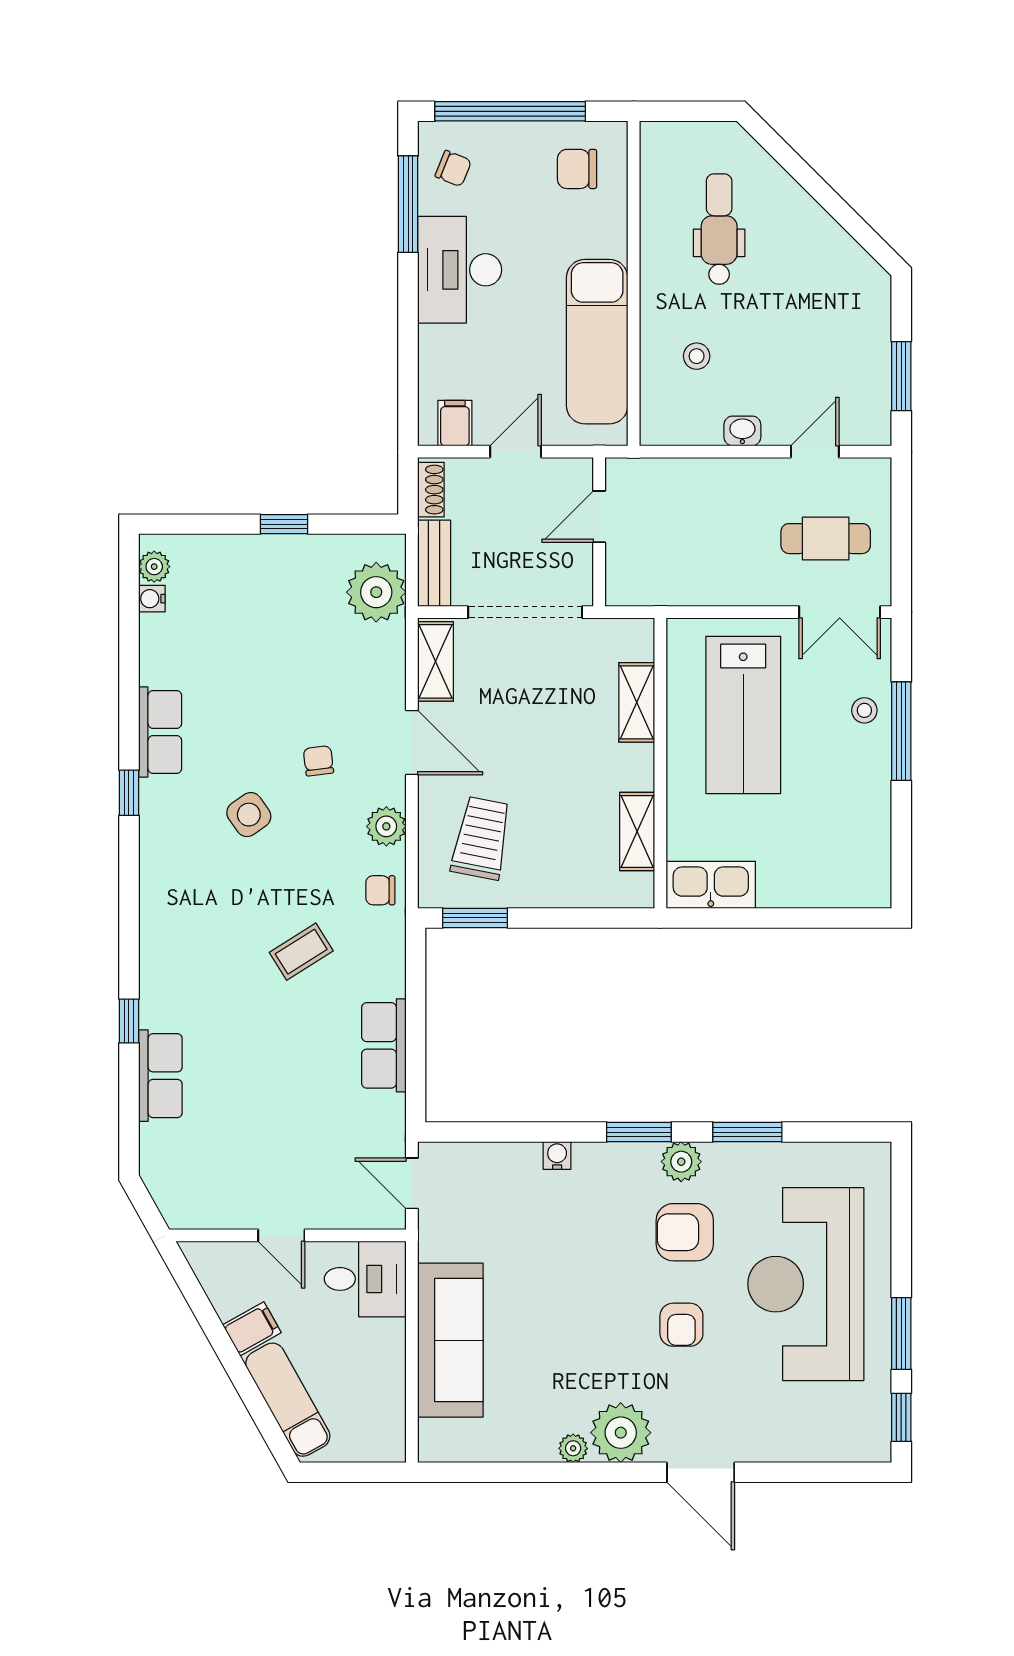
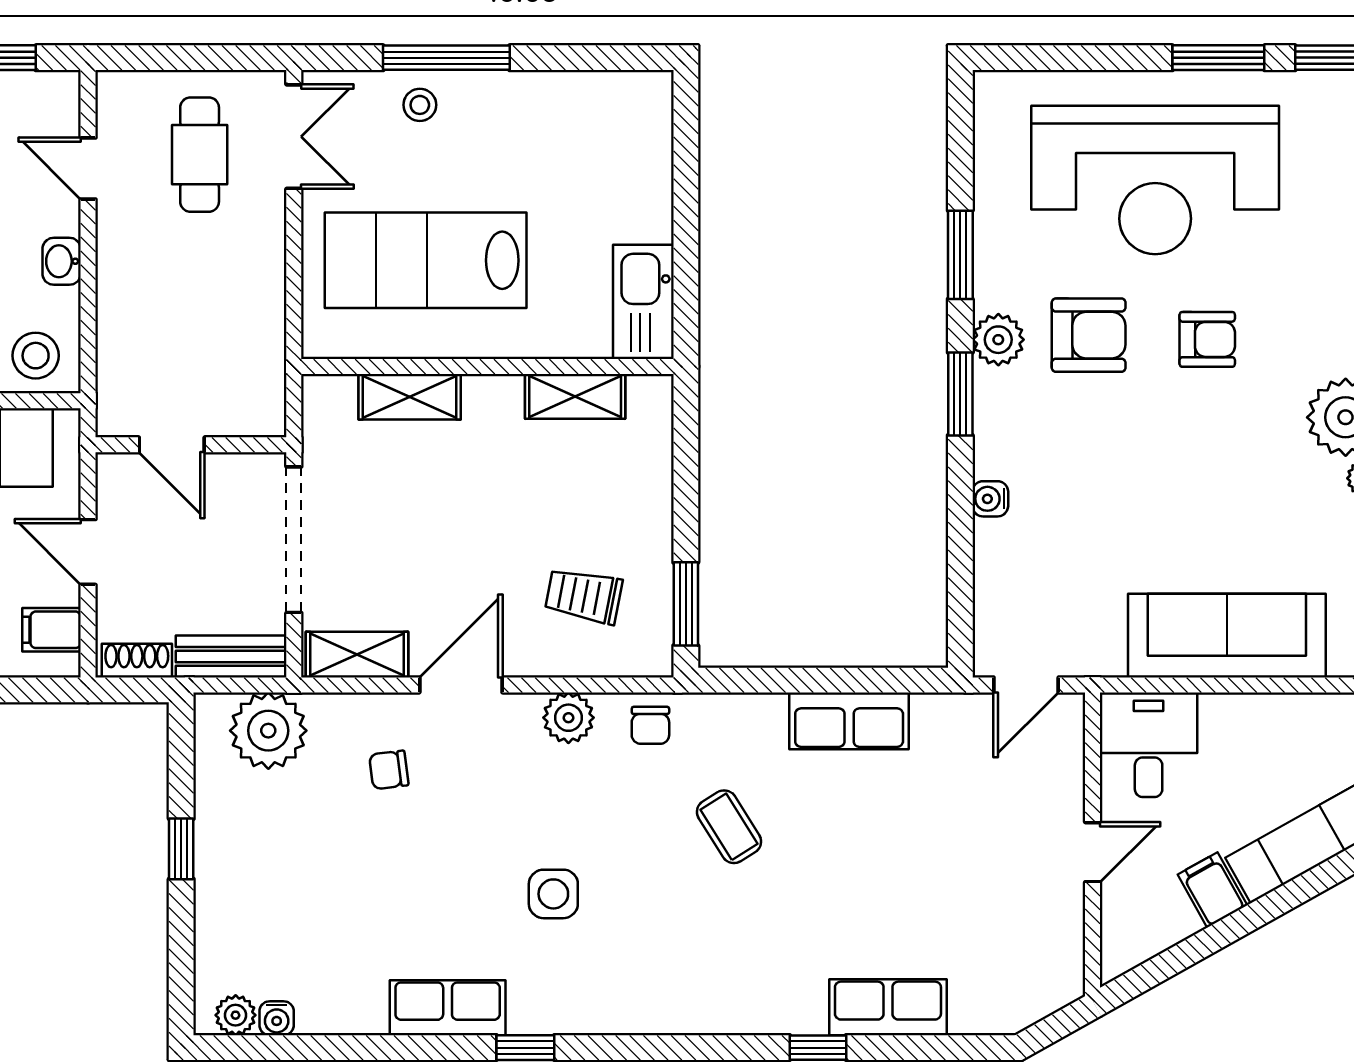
stool: (669, 411) -> (36, 356), added
lab bench: (743, 715) -> (426, 260), turned 180
chair: (318, 761) -> (389, 770), moved
side table: (249, 815) -> (553, 894), turned 35
trolley: (481, 838) -> (584, 596), width x0.73, depth x0.72
armchair: (685, 1232) -> (1089, 335), turned -90

